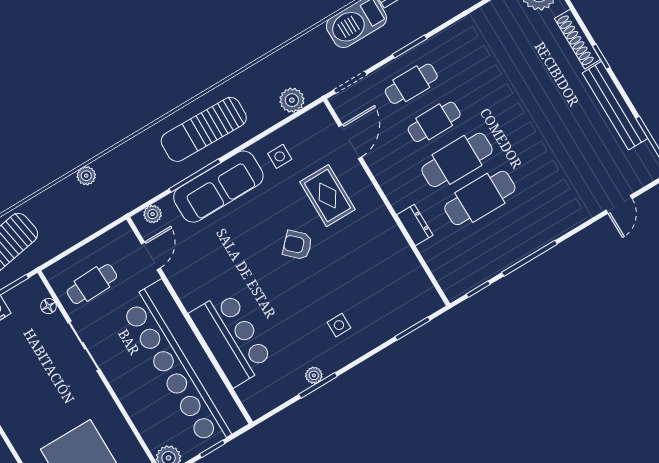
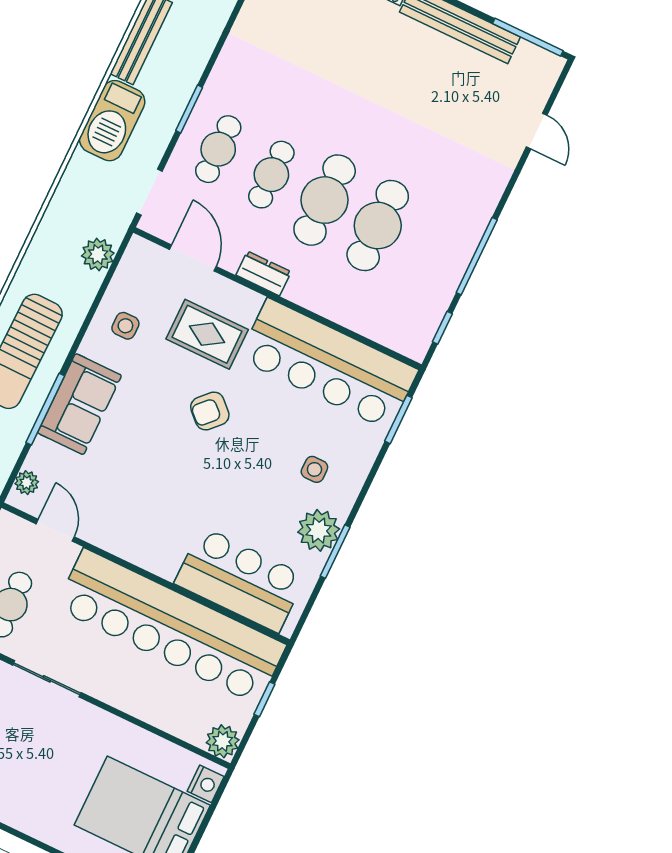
sofa: (218, 187) -> (80, 404), width x0.73
dresser: (415, 225) -> (263, 273), moved
bar counter: (391, 265) -> (328, 364), added
bar counter: (231, 338) -> (240, 580), moved
plant: (314, 375) -> (319, 530), width x1.88, depth x1.88

